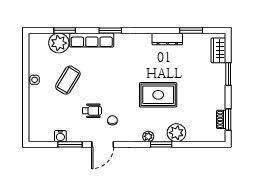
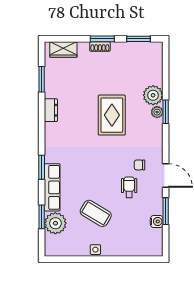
dresser: (167, 39) -> (51, 110), width x0.70
window: (228, 74) -> (102, 39), moved
shoe rack: (221, 119) -> (100, 47), moved
plant: (148, 136) -> (157, 112), moved

